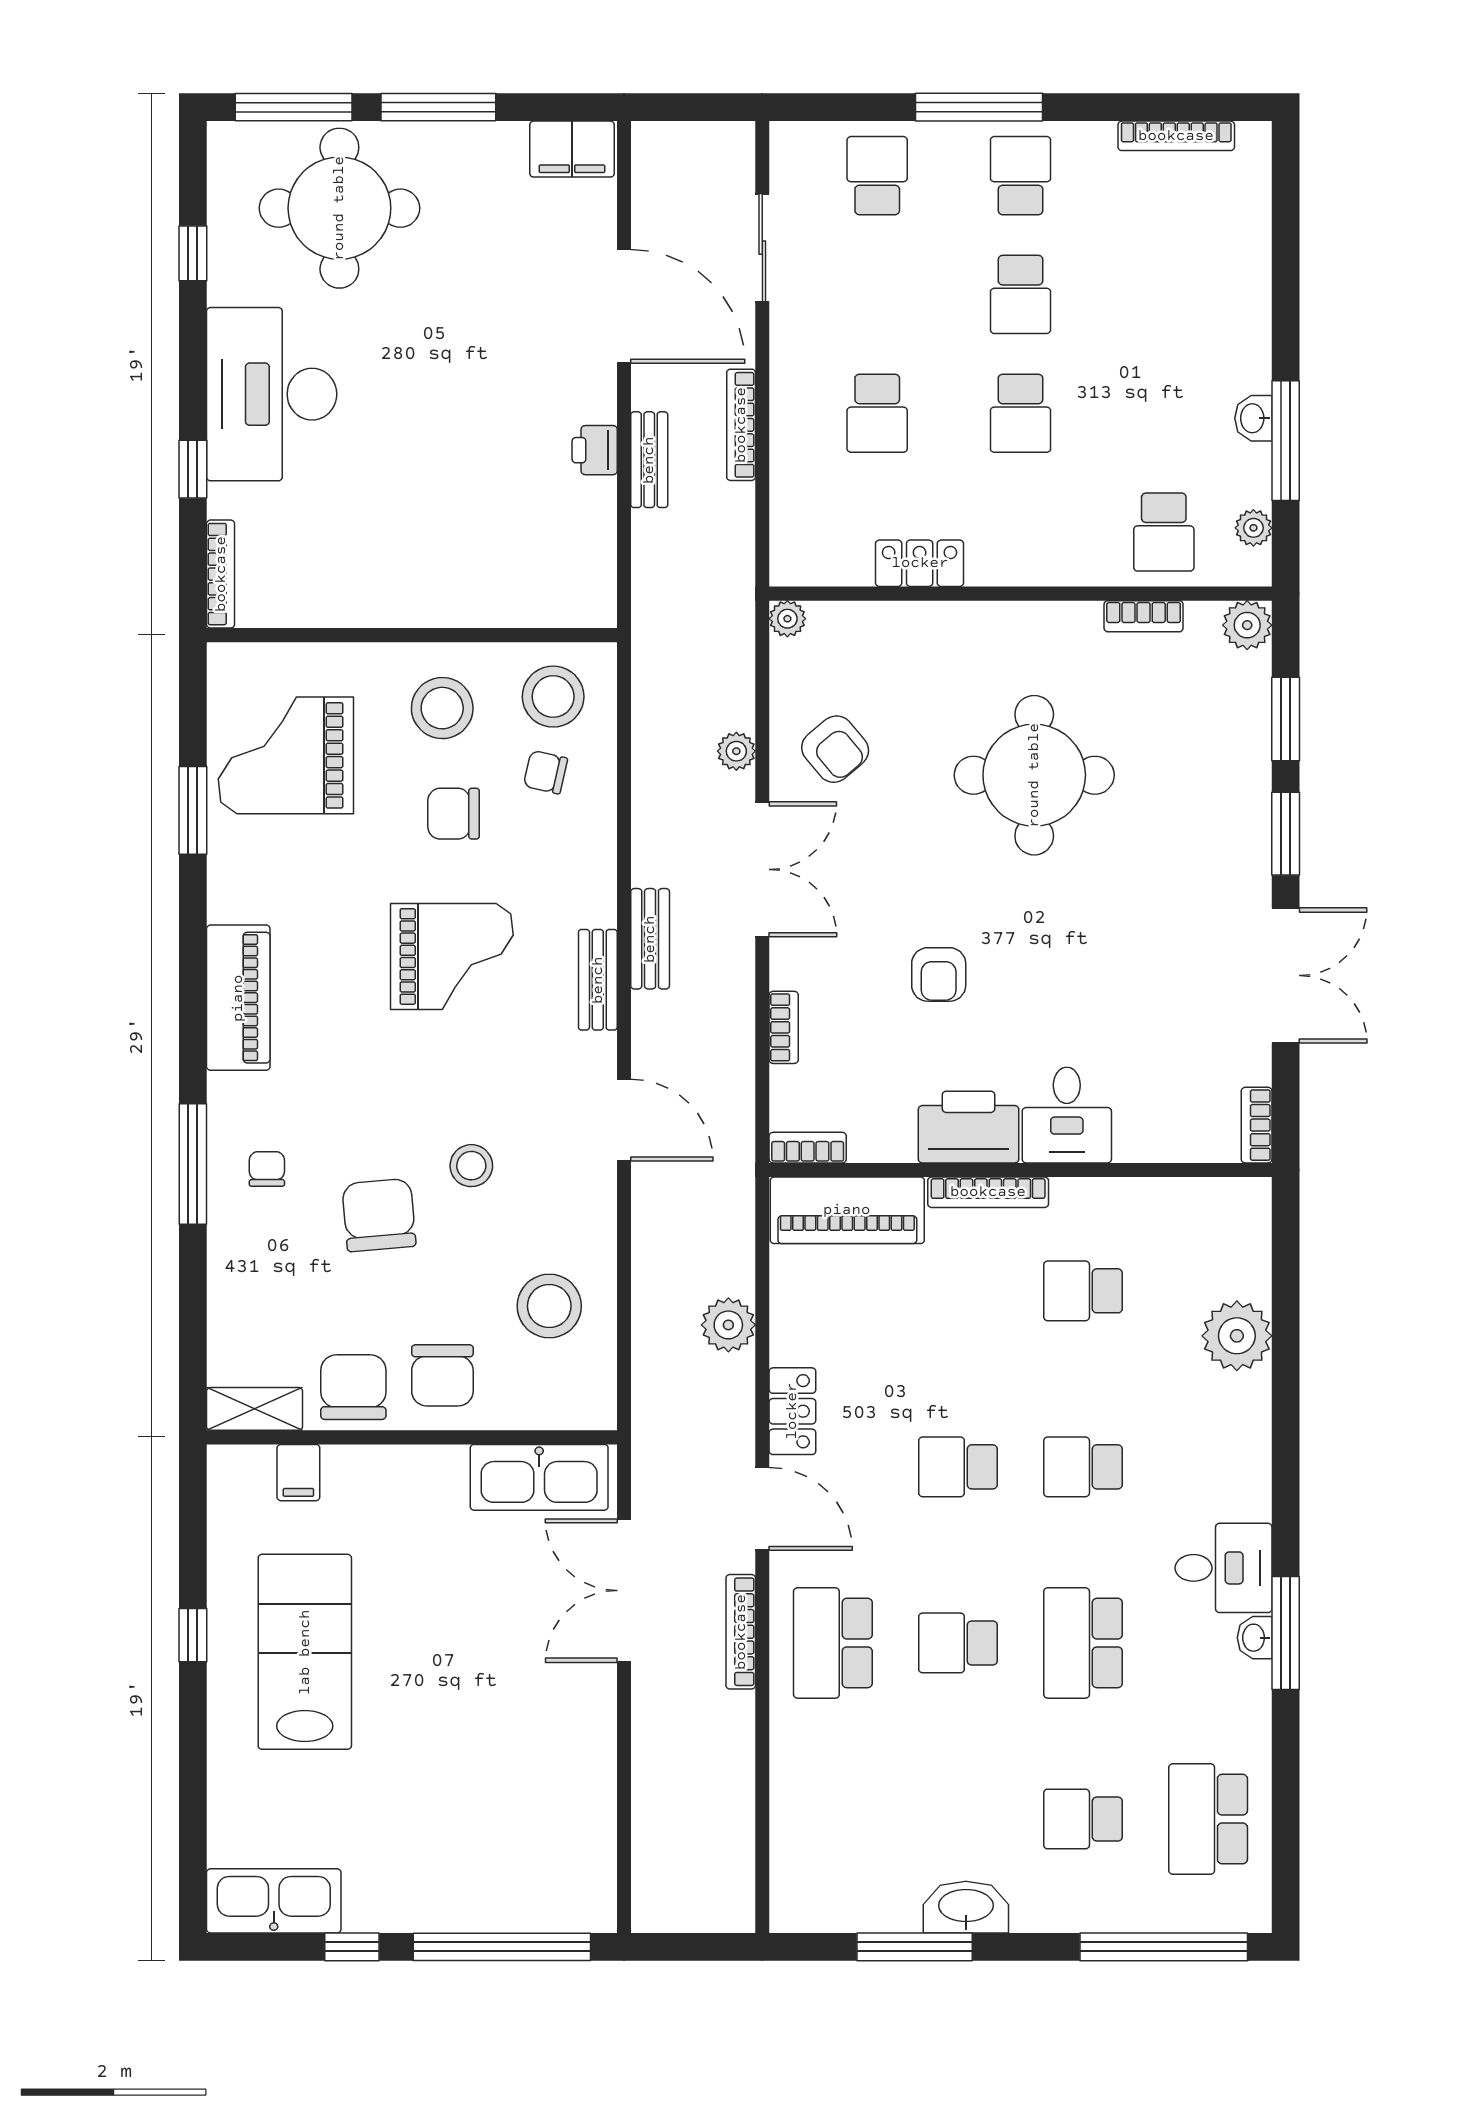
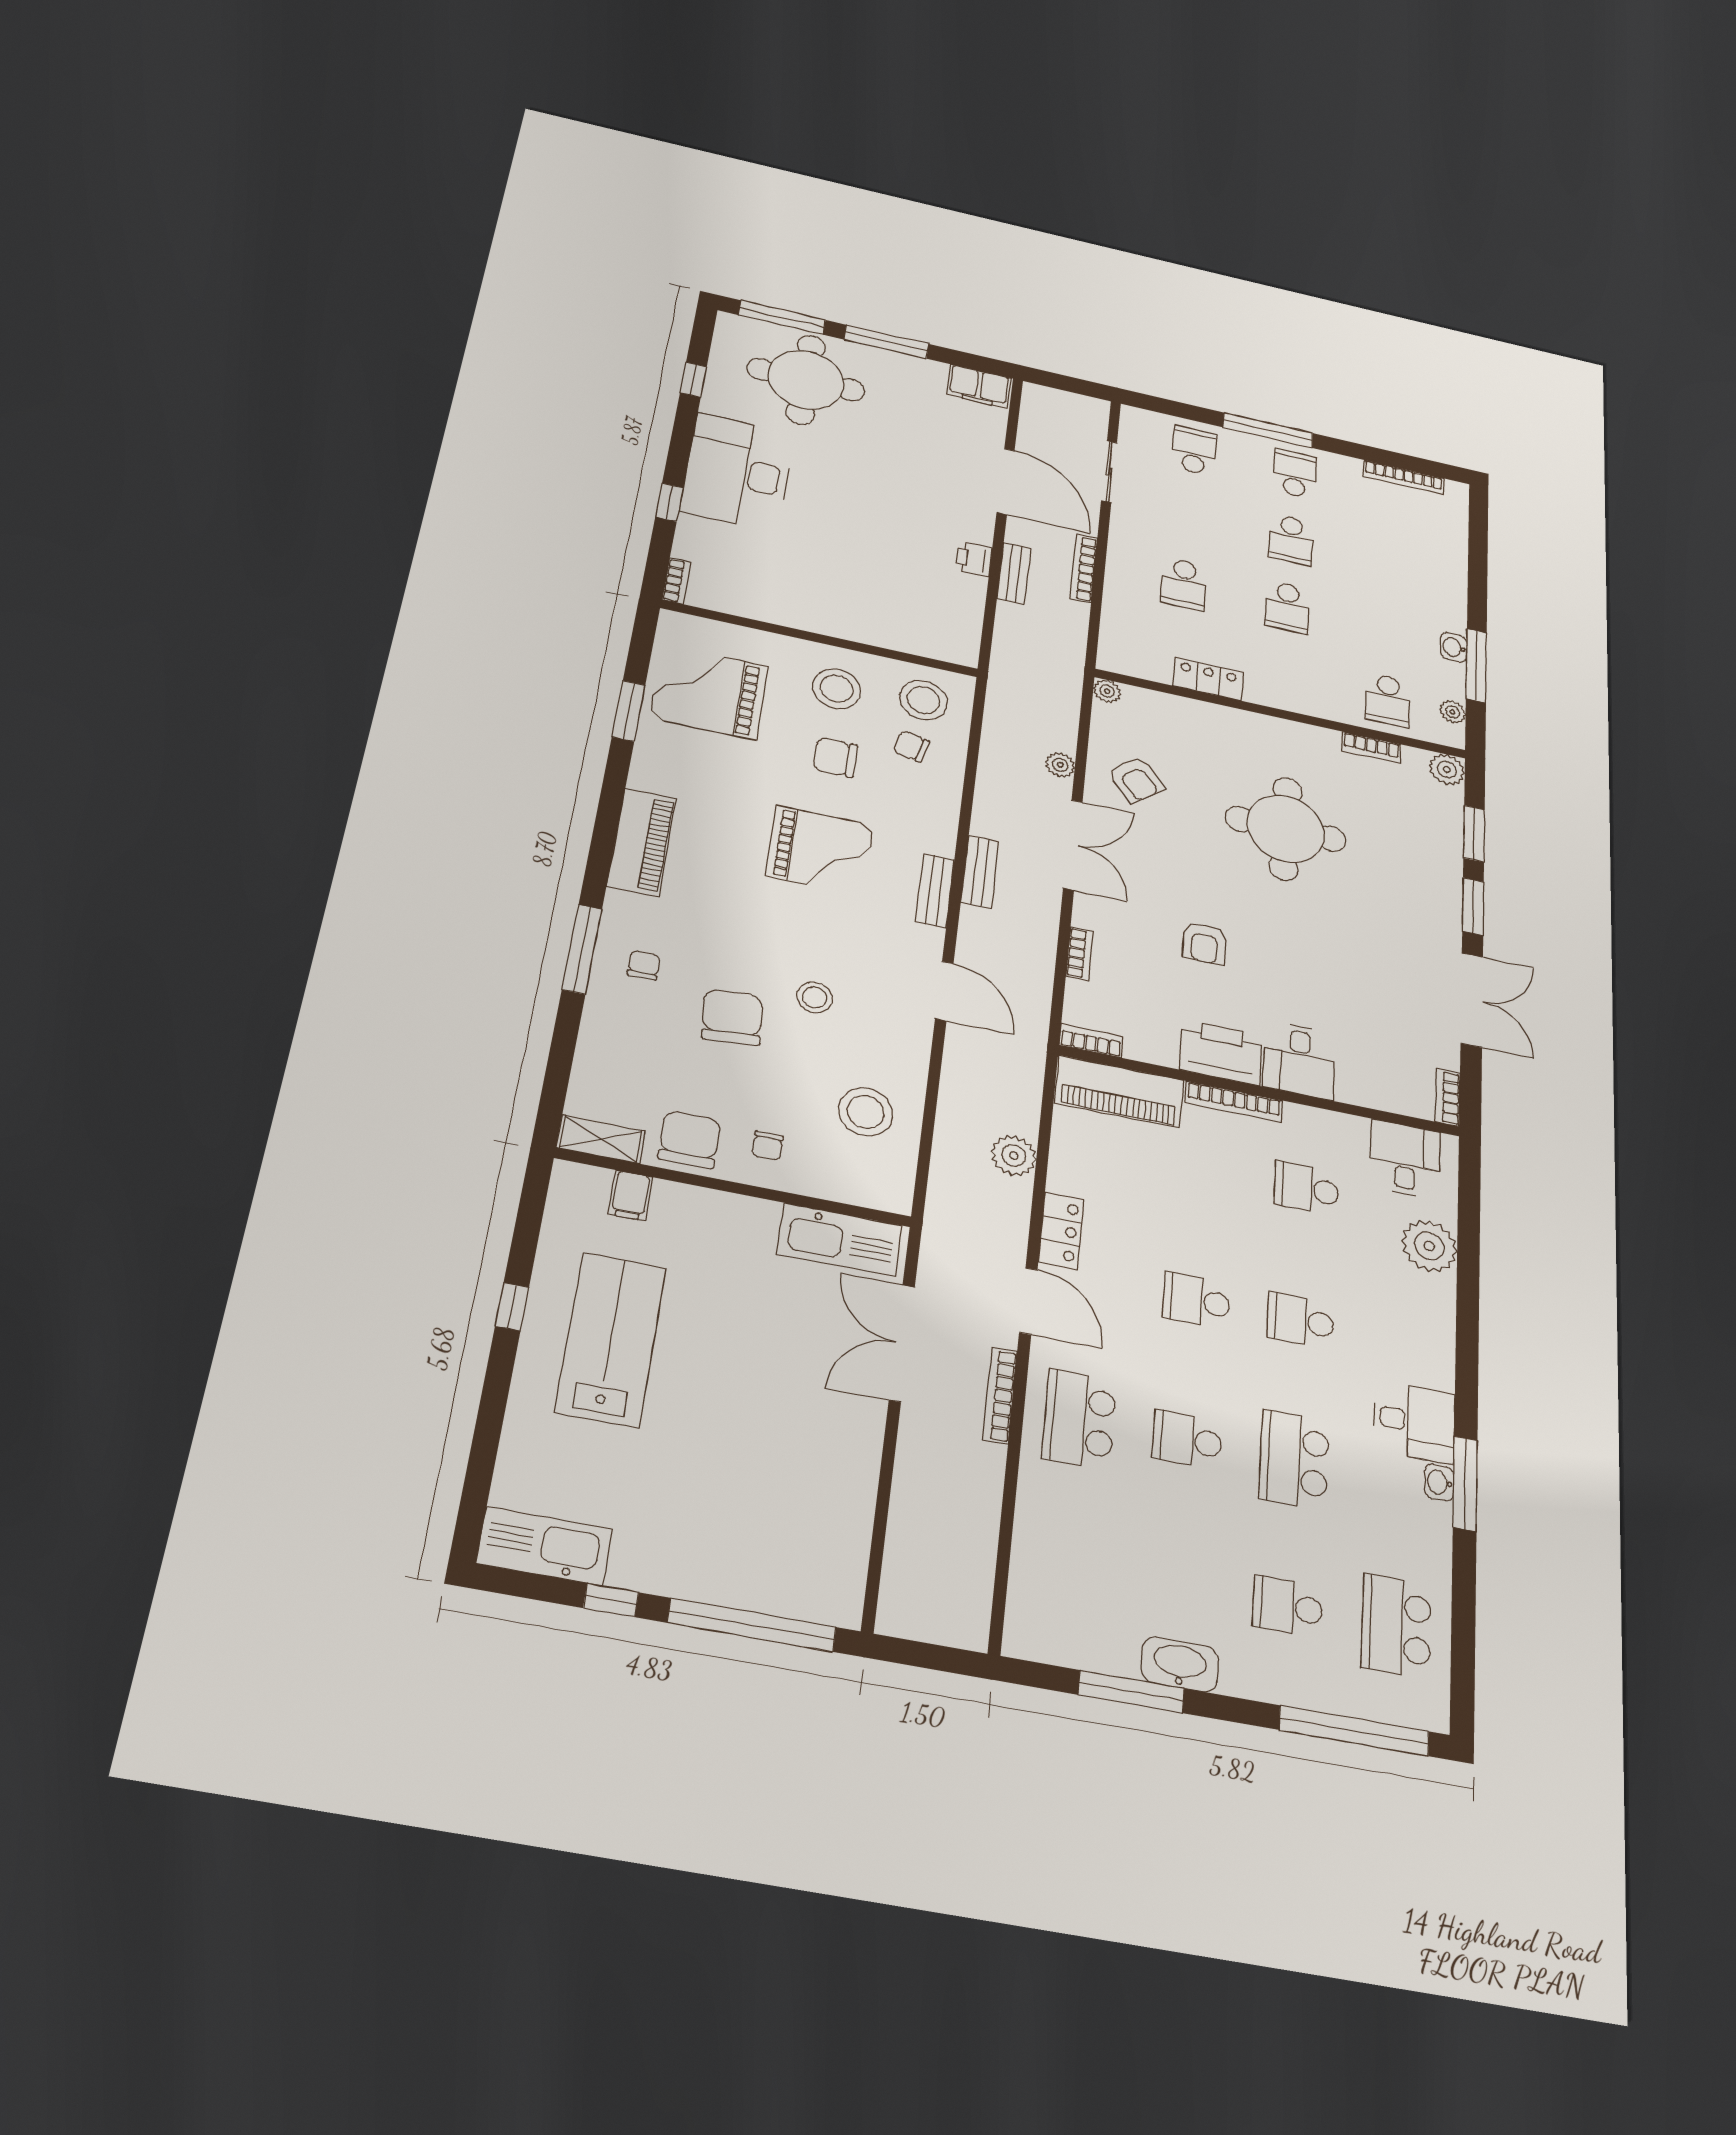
bookcase: (221, 574) -> (676, 581), width x0.64
desk: (1204, 1224) -> (1405, 1159), added
chair: (442, 1375) -> (768, 1146), width x0.54, depth x0.54

